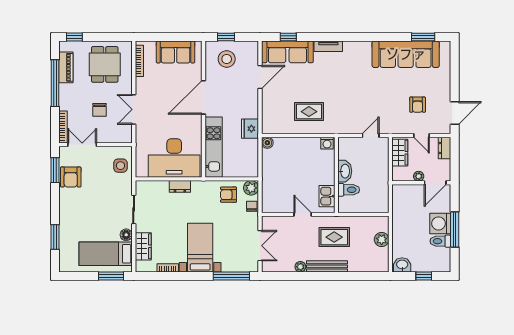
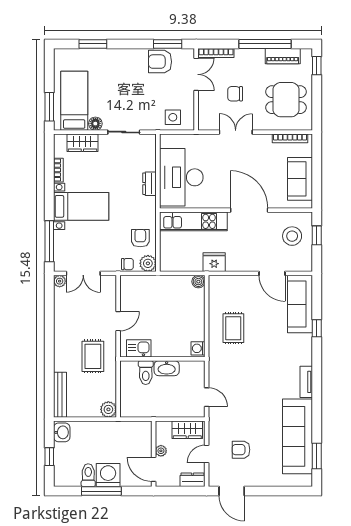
window: (288, 37) -> (317, 328), moved
tv unit: (328, 46) -> (306, 382), moved
plant: (382, 239) -> (108, 409), moved
bench: (327, 266) -> (60, 395), moved
plant: (300, 267) -> (60, 281), moved

